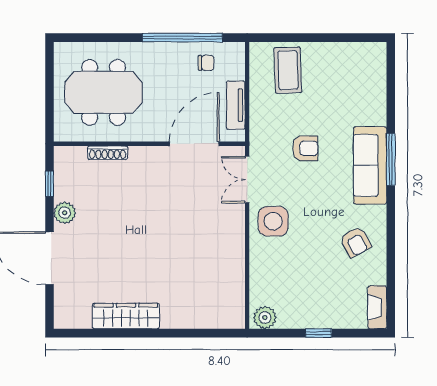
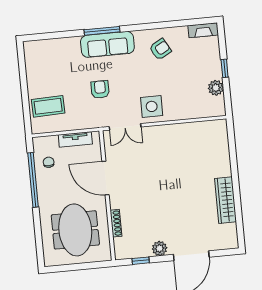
door: (194, 144) -> (106, 178), moved
plant: (265, 318) -> (216, 88), moved

